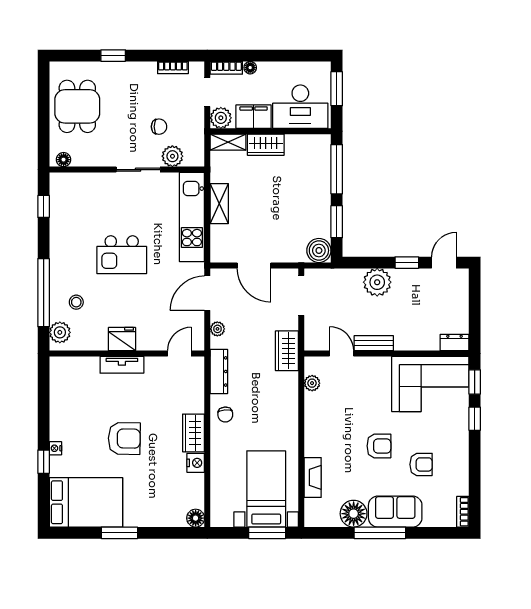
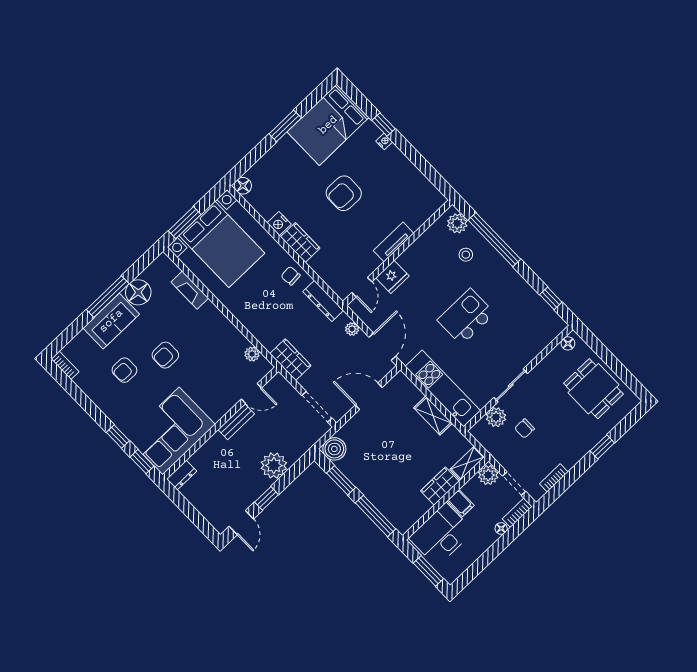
filing cabinet: (254, 117) -> (461, 503), width x0.50
fridge: (122, 339) -> (392, 277), moved
bed with nightstands: (266, 489) -> (222, 244), width x1.36

